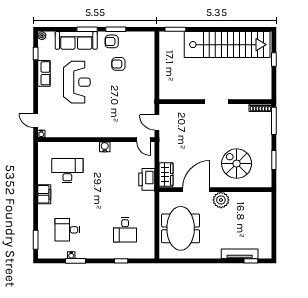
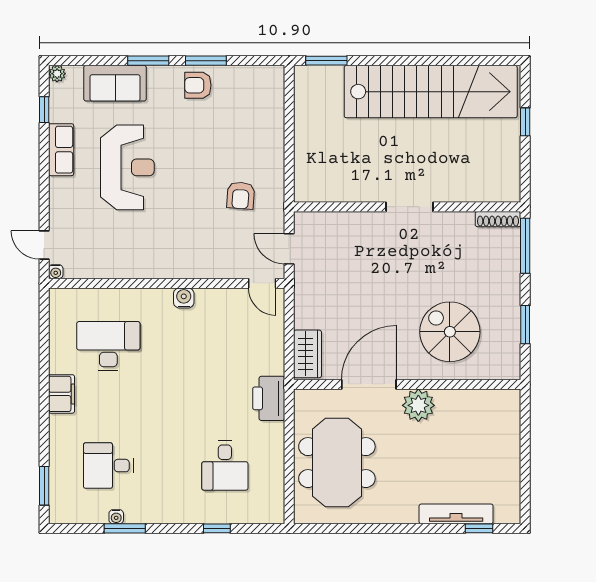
sofa: (76, 40) -> (115, 83), width x0.73
armchair: (118, 64) -> (241, 196), moved, turned -86
printer: (147, 179) -> (269, 398), moved

